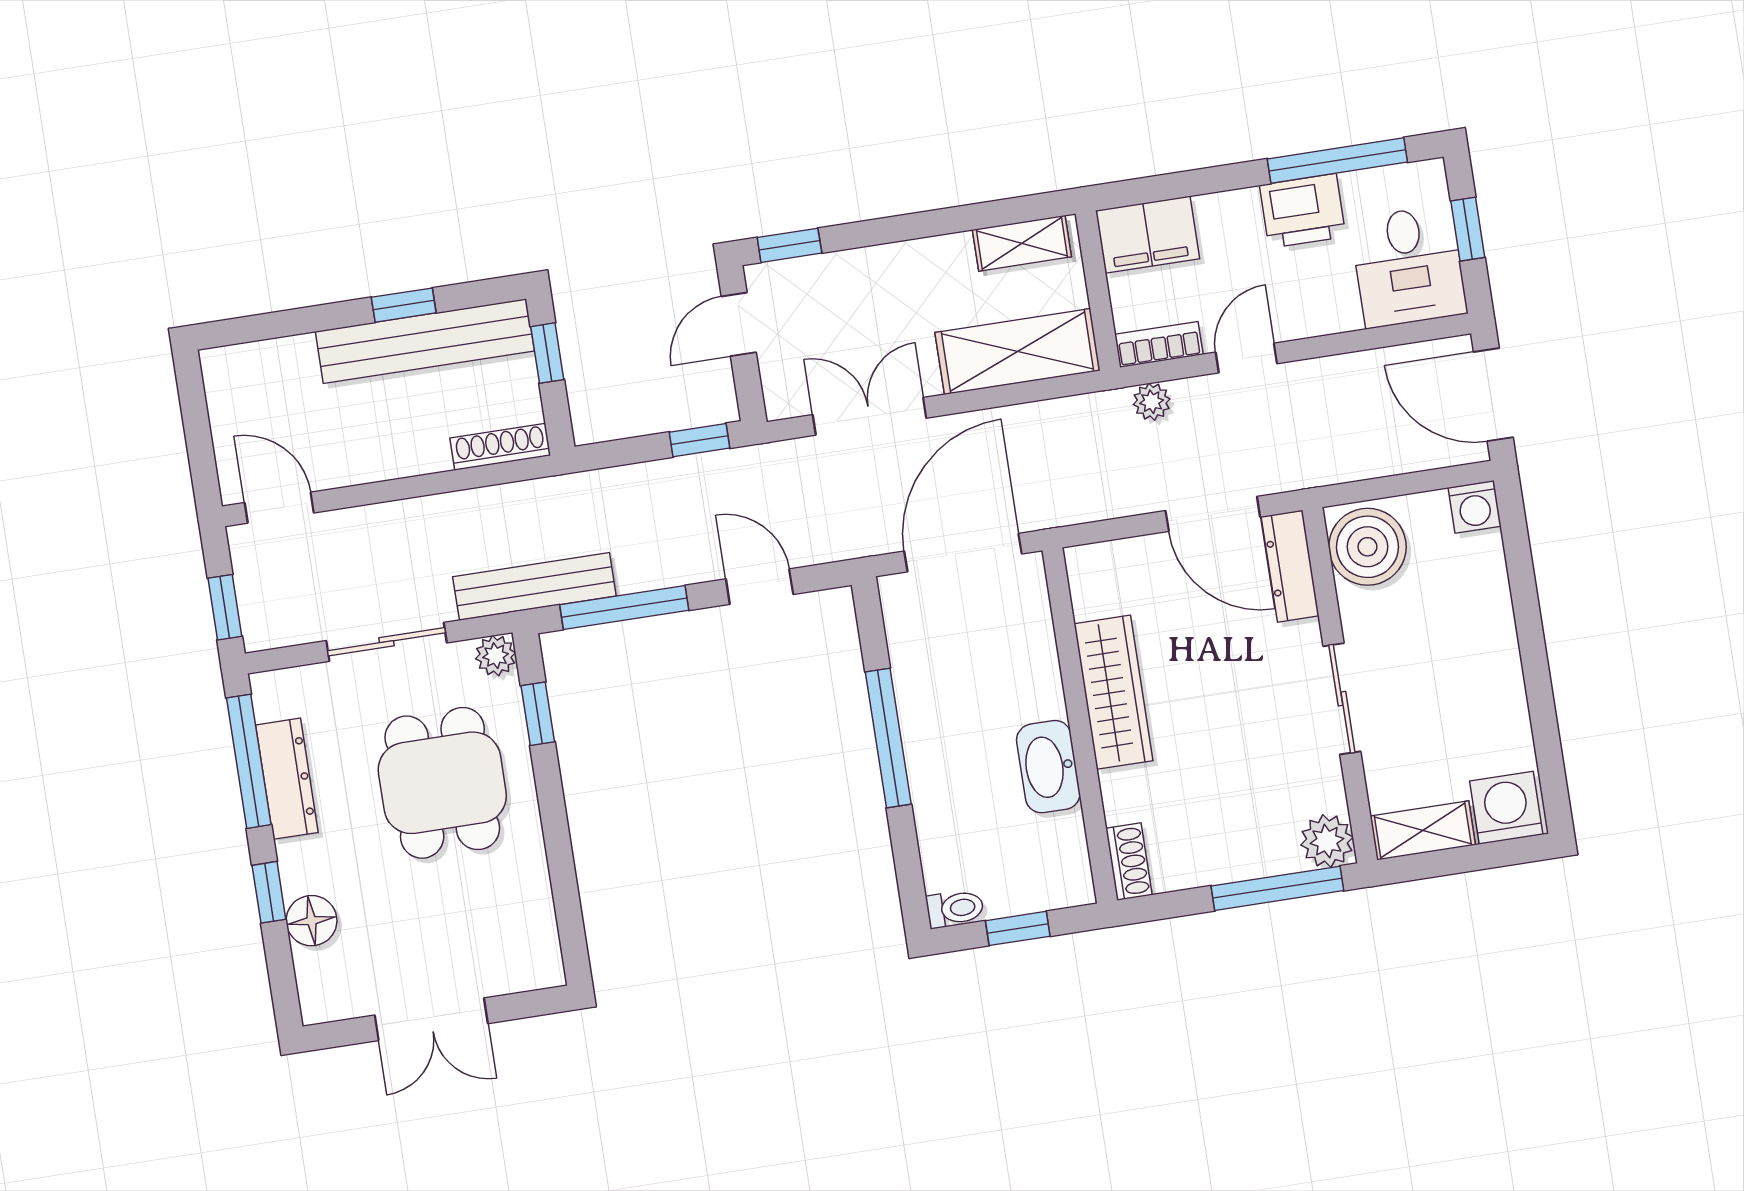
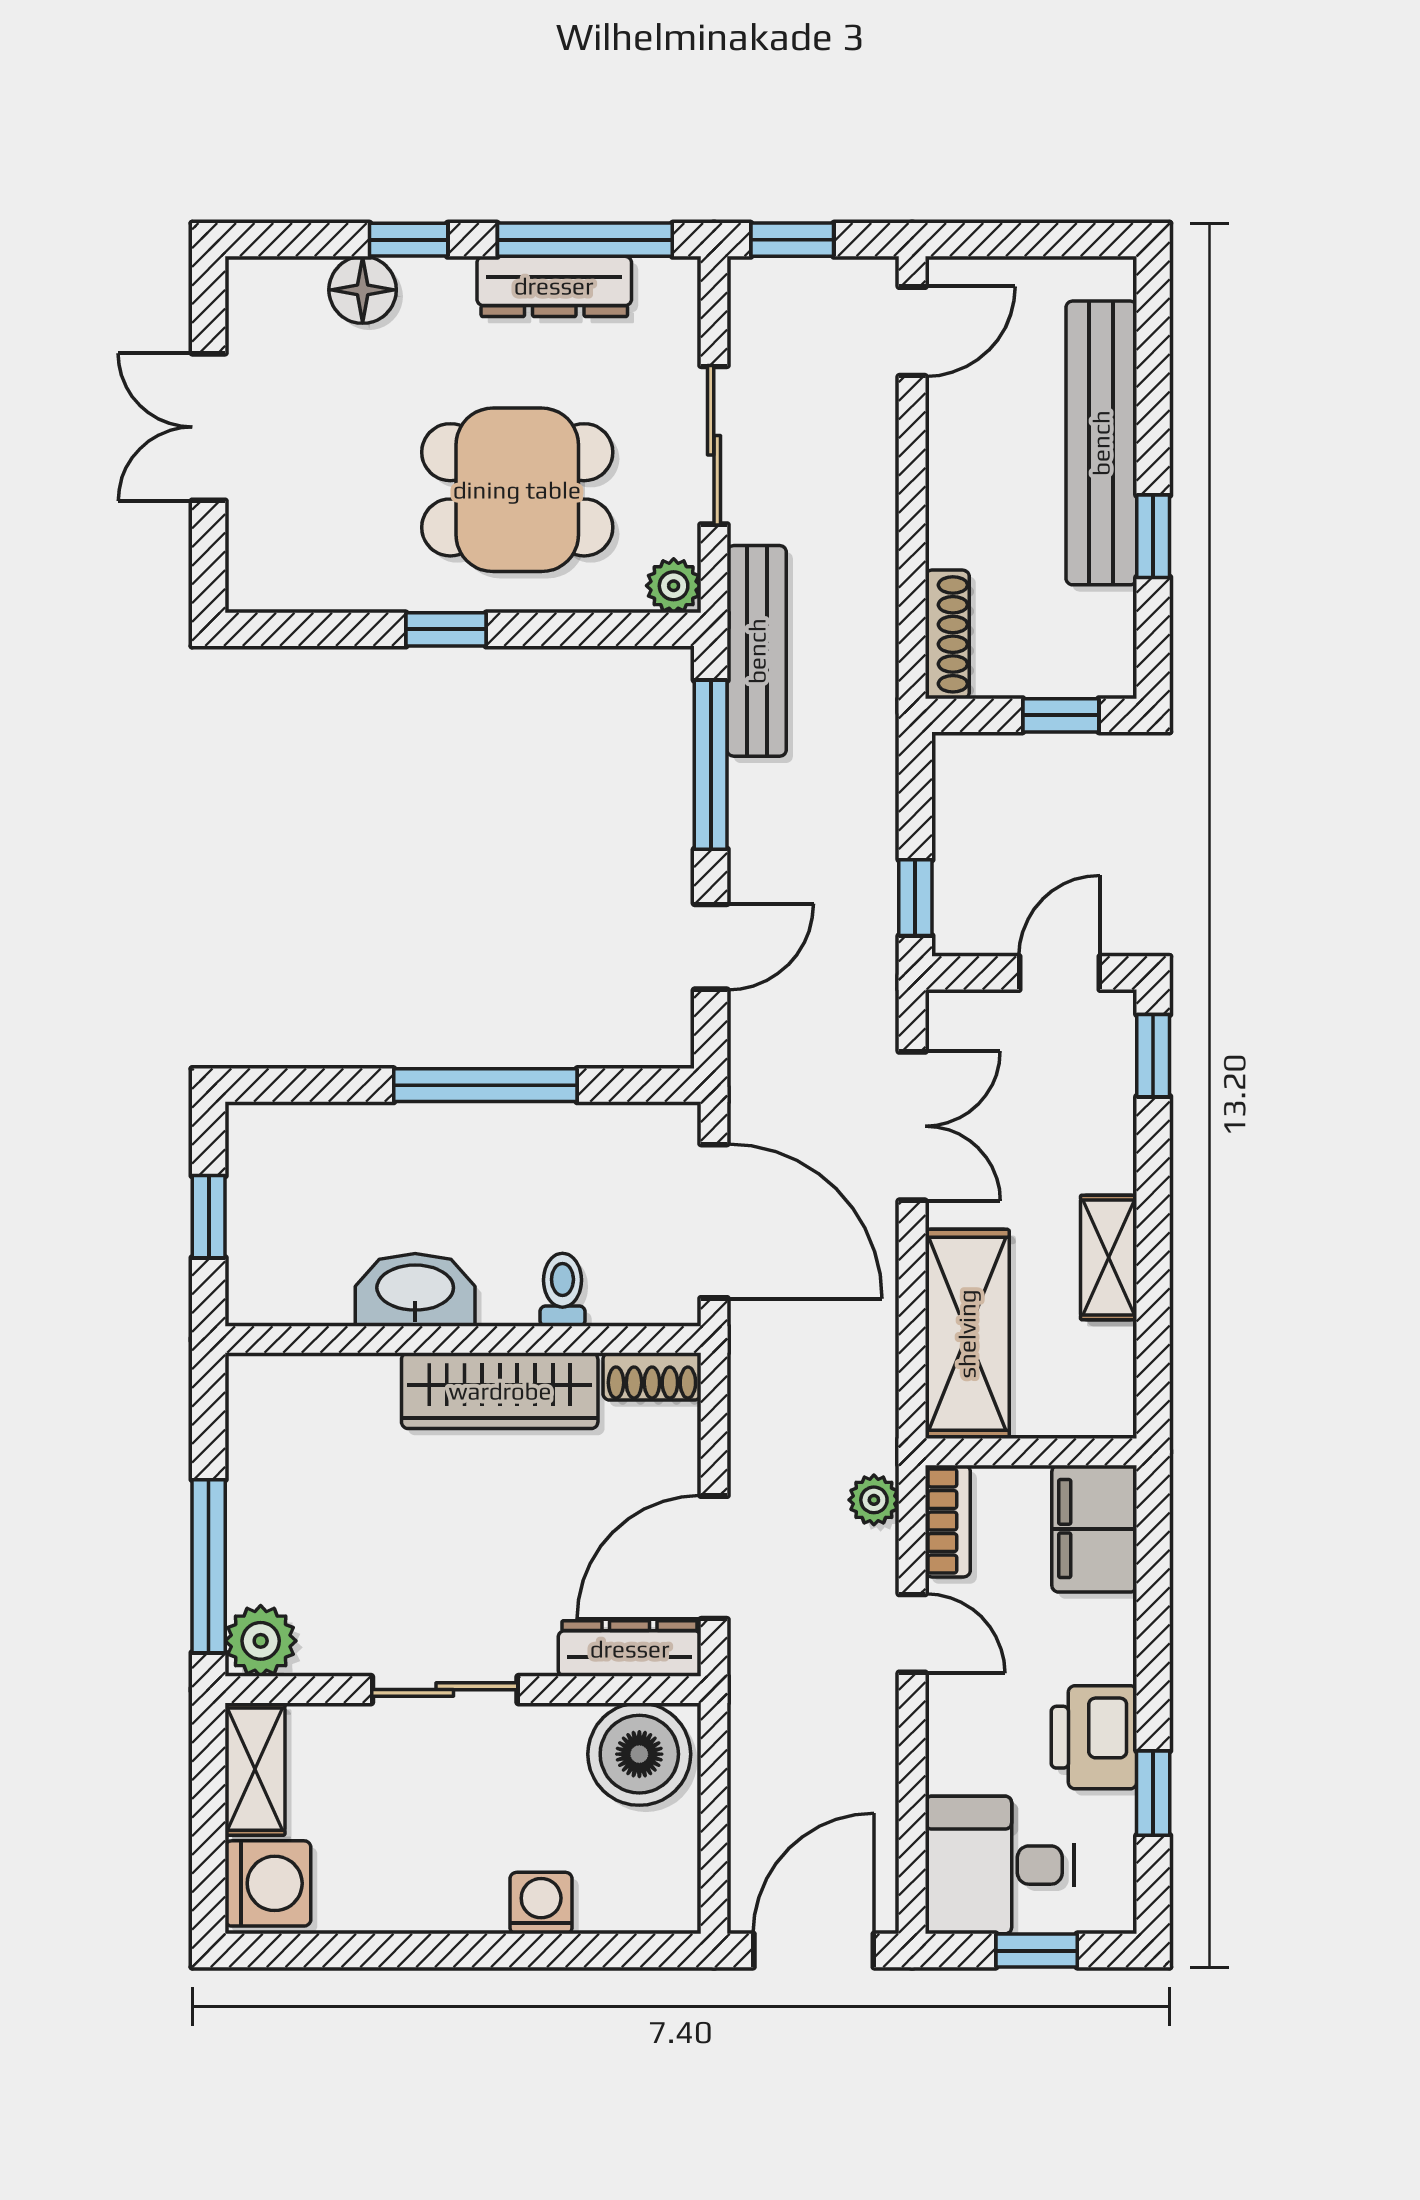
window: (1337, 160) -> (1153, 1793), width x0.46
shelving: (1022, 243) -> (1109, 1257), moved
door: (739, 324) -> (1059, 973), hinge flipped
bench: (425, 341) -> (1101, 443), moved
washing machine: (1475, 507) -> (541, 1903), moved, turned 90
window: (538, 714) -> (446, 629), moved
shoe rack: (1129, 862) -> (652, 1376), moved
toilet: (955, 909) -> (562, 1290), moved, turned 180

